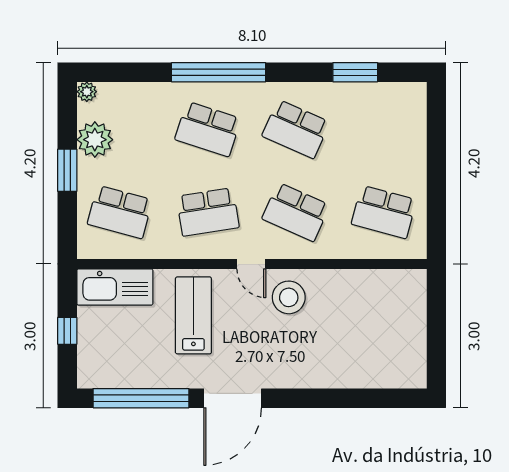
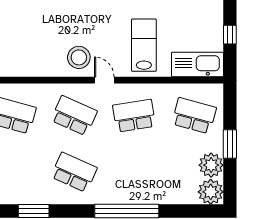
plant: (87, 92) -> (211, 192), width x1.88, depth x1.88
school desk: (208, 129) -> (134, 172), removed
lab bench: (193, 315) -> (144, 45), turned 180

